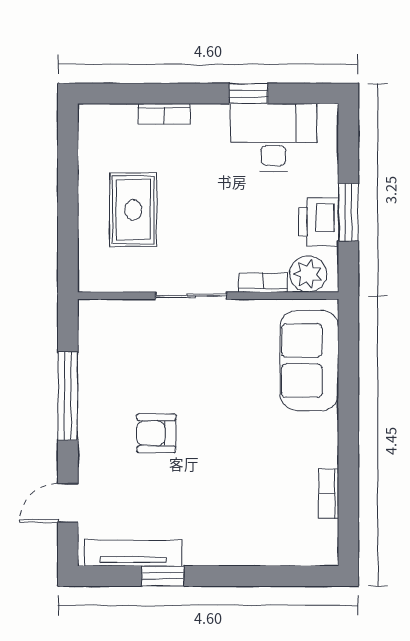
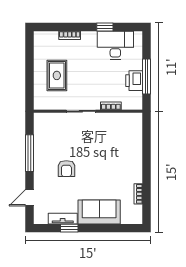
window: (348, 212) -> (146, 76), width x1.44
plant: (308, 274) -> (130, 102), removed
sofa: (309, 361) -> (99, 212), moved, turned 90
armchair: (156, 433) -> (66, 169), turned -90
tv unit: (133, 553) -> (63, 219), width x0.71

